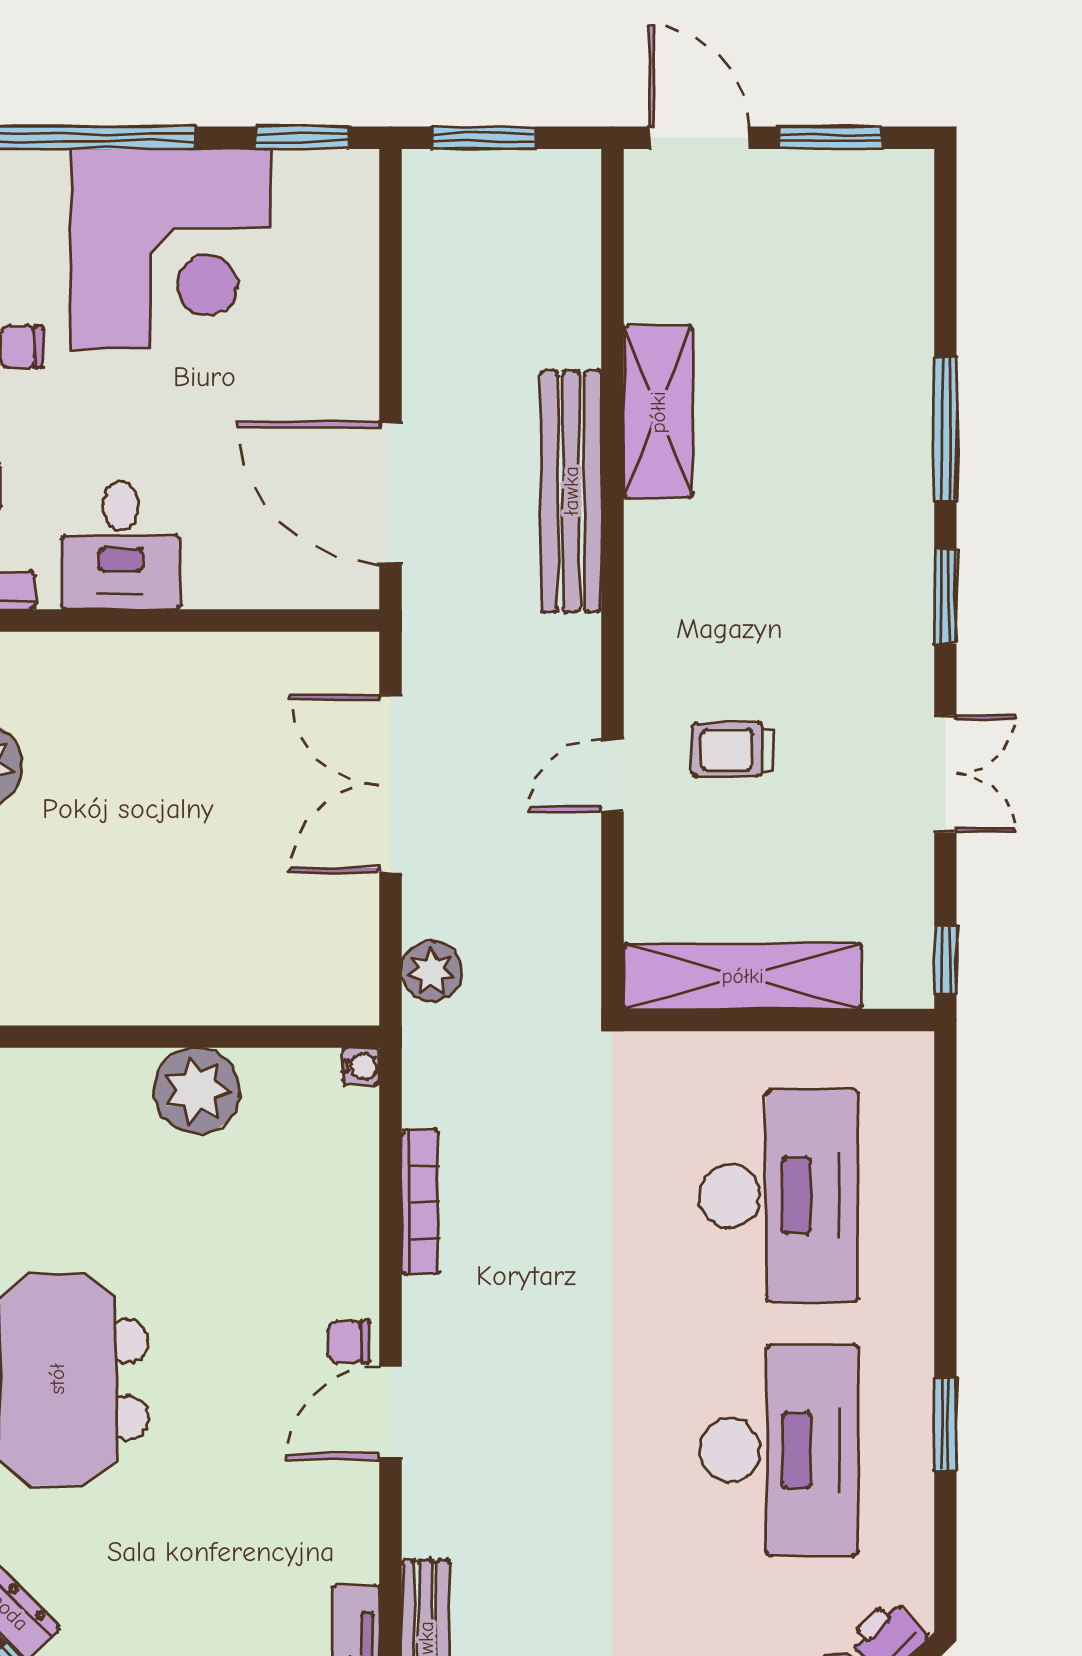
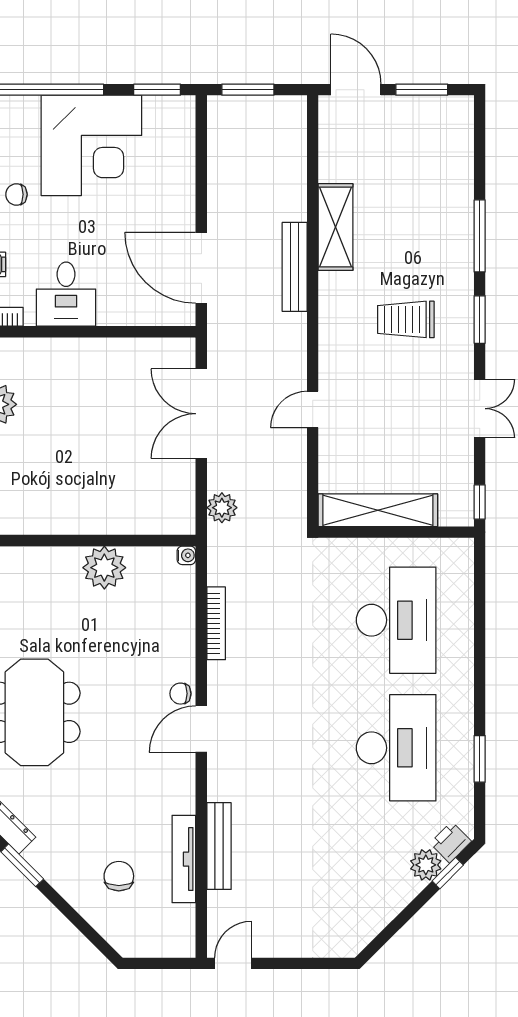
bench: (571, 491) -> (295, 267), width x0.73, depth x0.82
trolley: (733, 750) -> (406, 319), moved, width x1.36, depth x1.39
window: (945, 1424) -> (480, 759), moved

